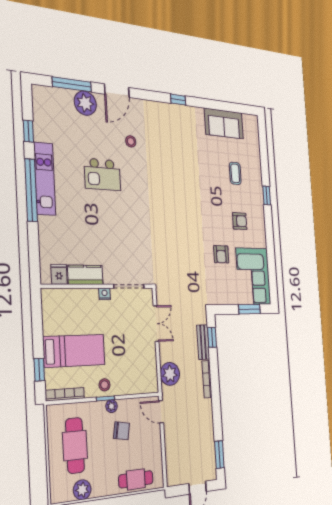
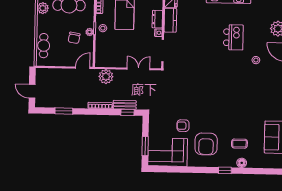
floor lamp: (257, 172) -> (242, 163), added
kitchen island: (102, 174) -> (233, 37), turned 180
armchair: (240, 221) -> (206, 144), width x1.88, depth x1.88
dresser: (85, 296) -> (157, 19), added
double door: (156, 324) -> (138, 69), swing flipped
window: (219, 455) -> (64, 111), moved

